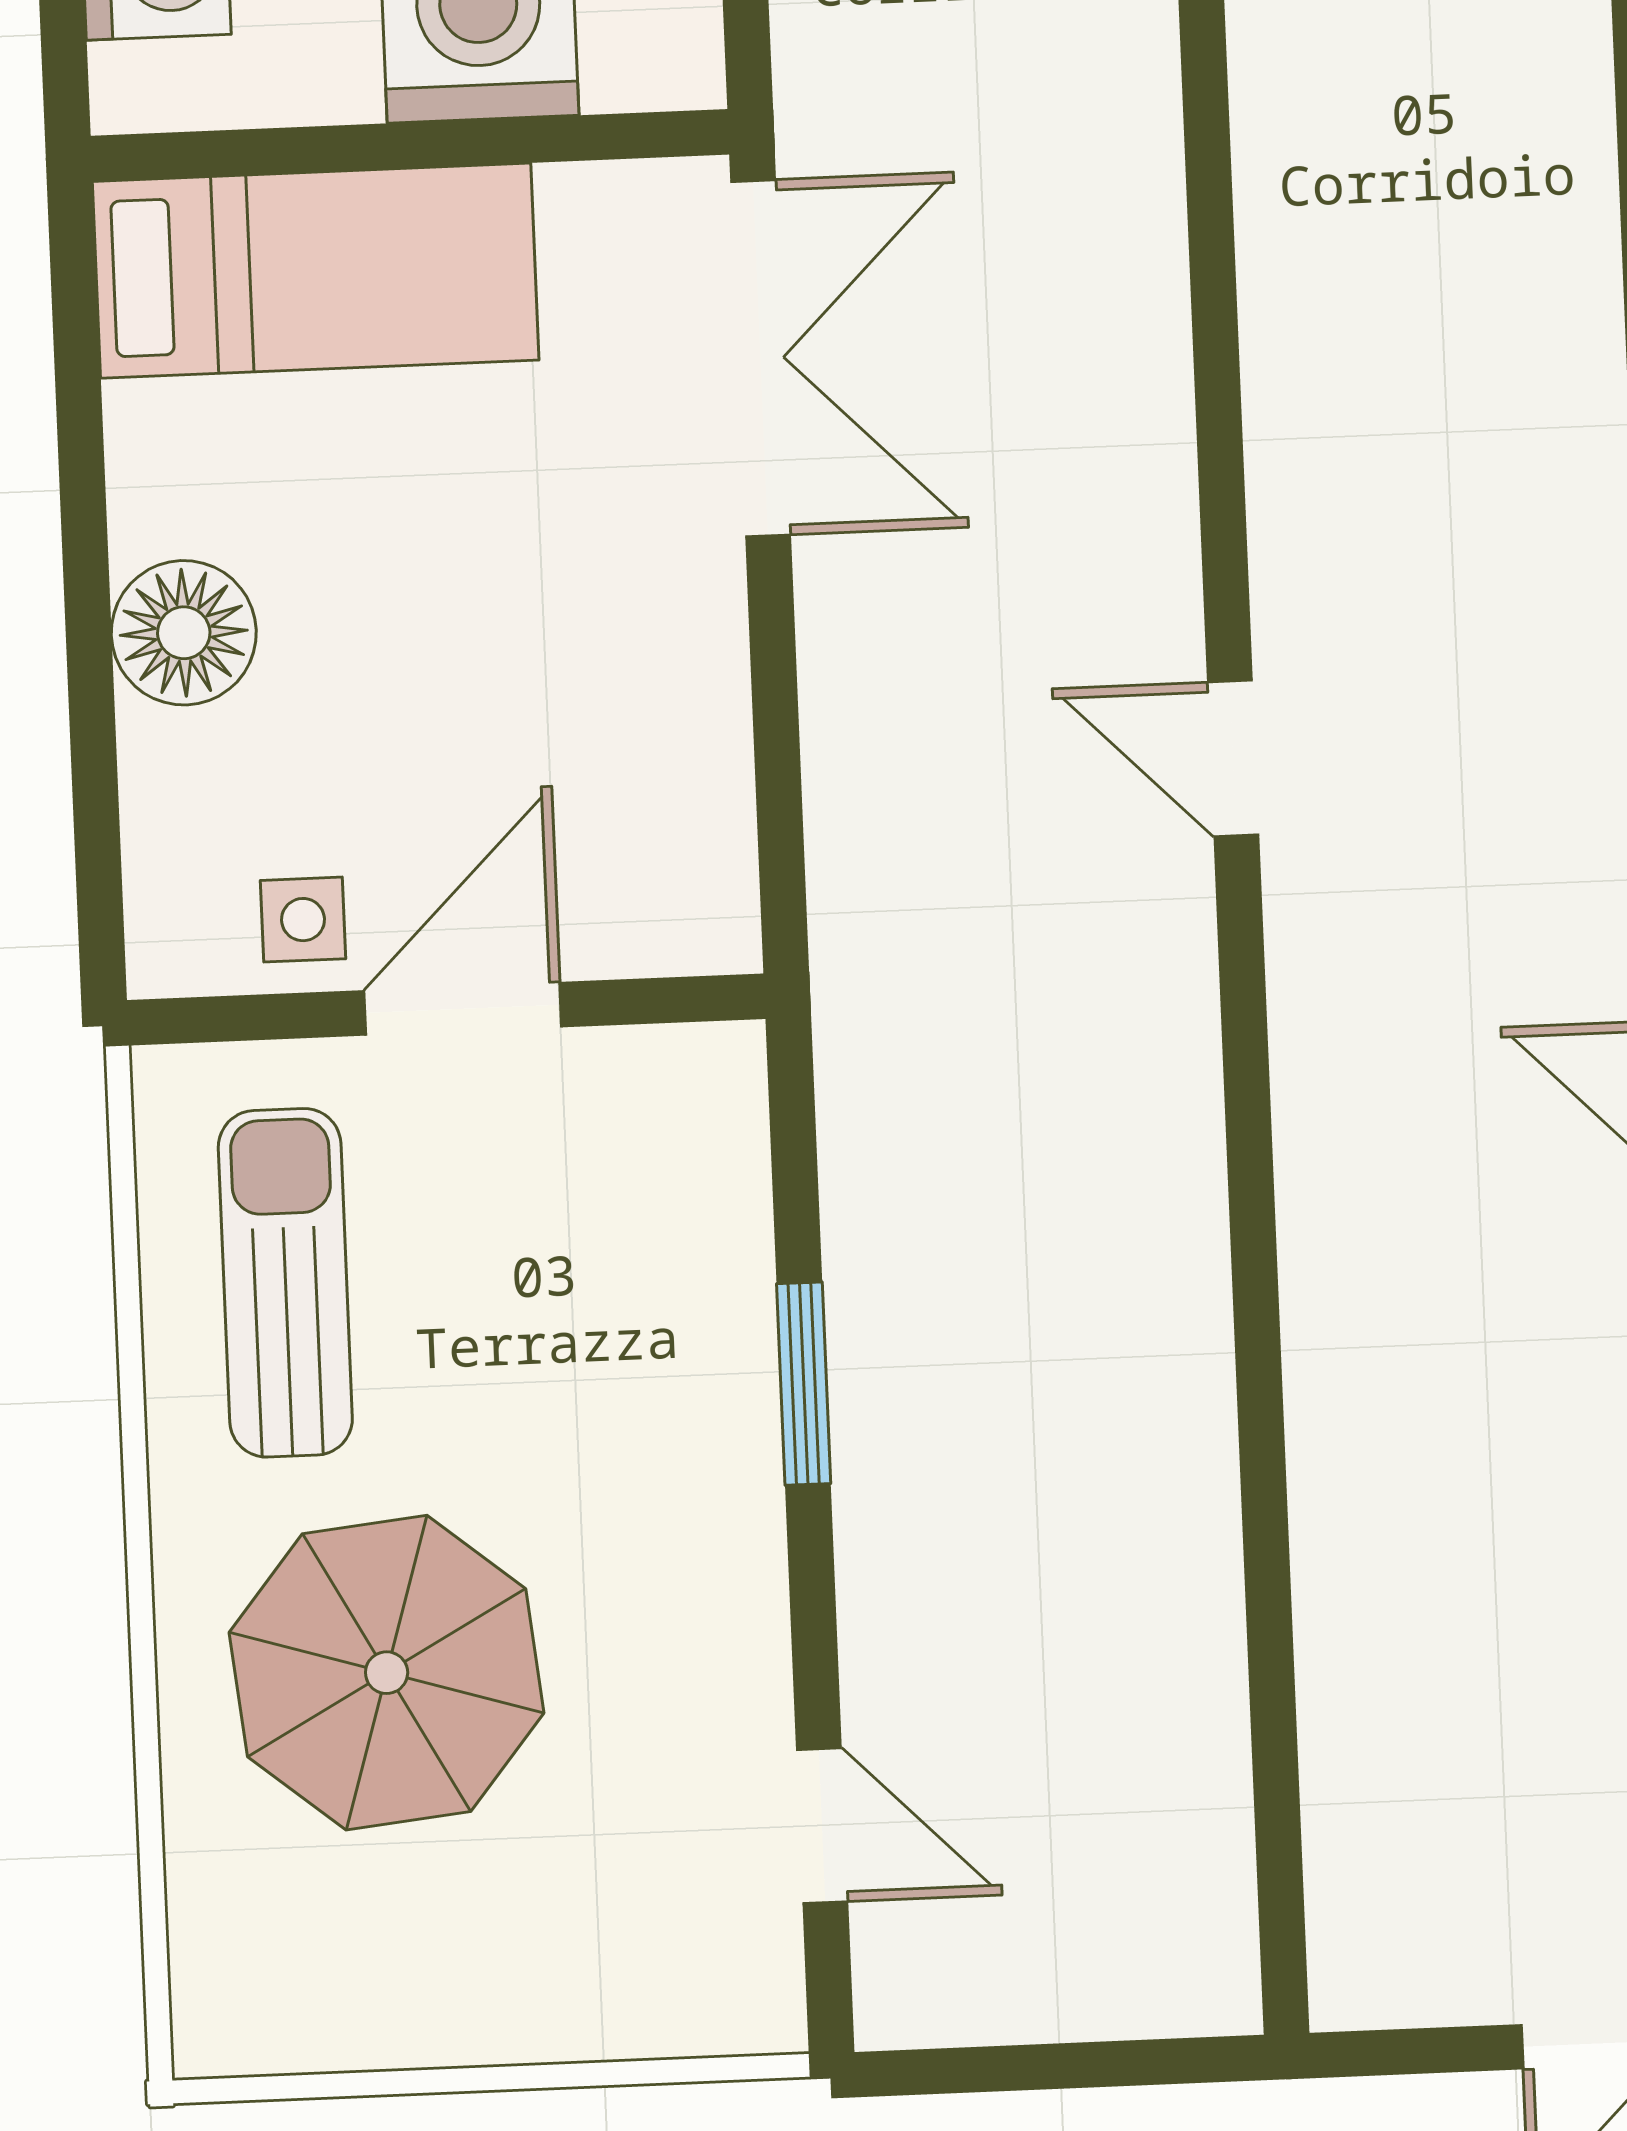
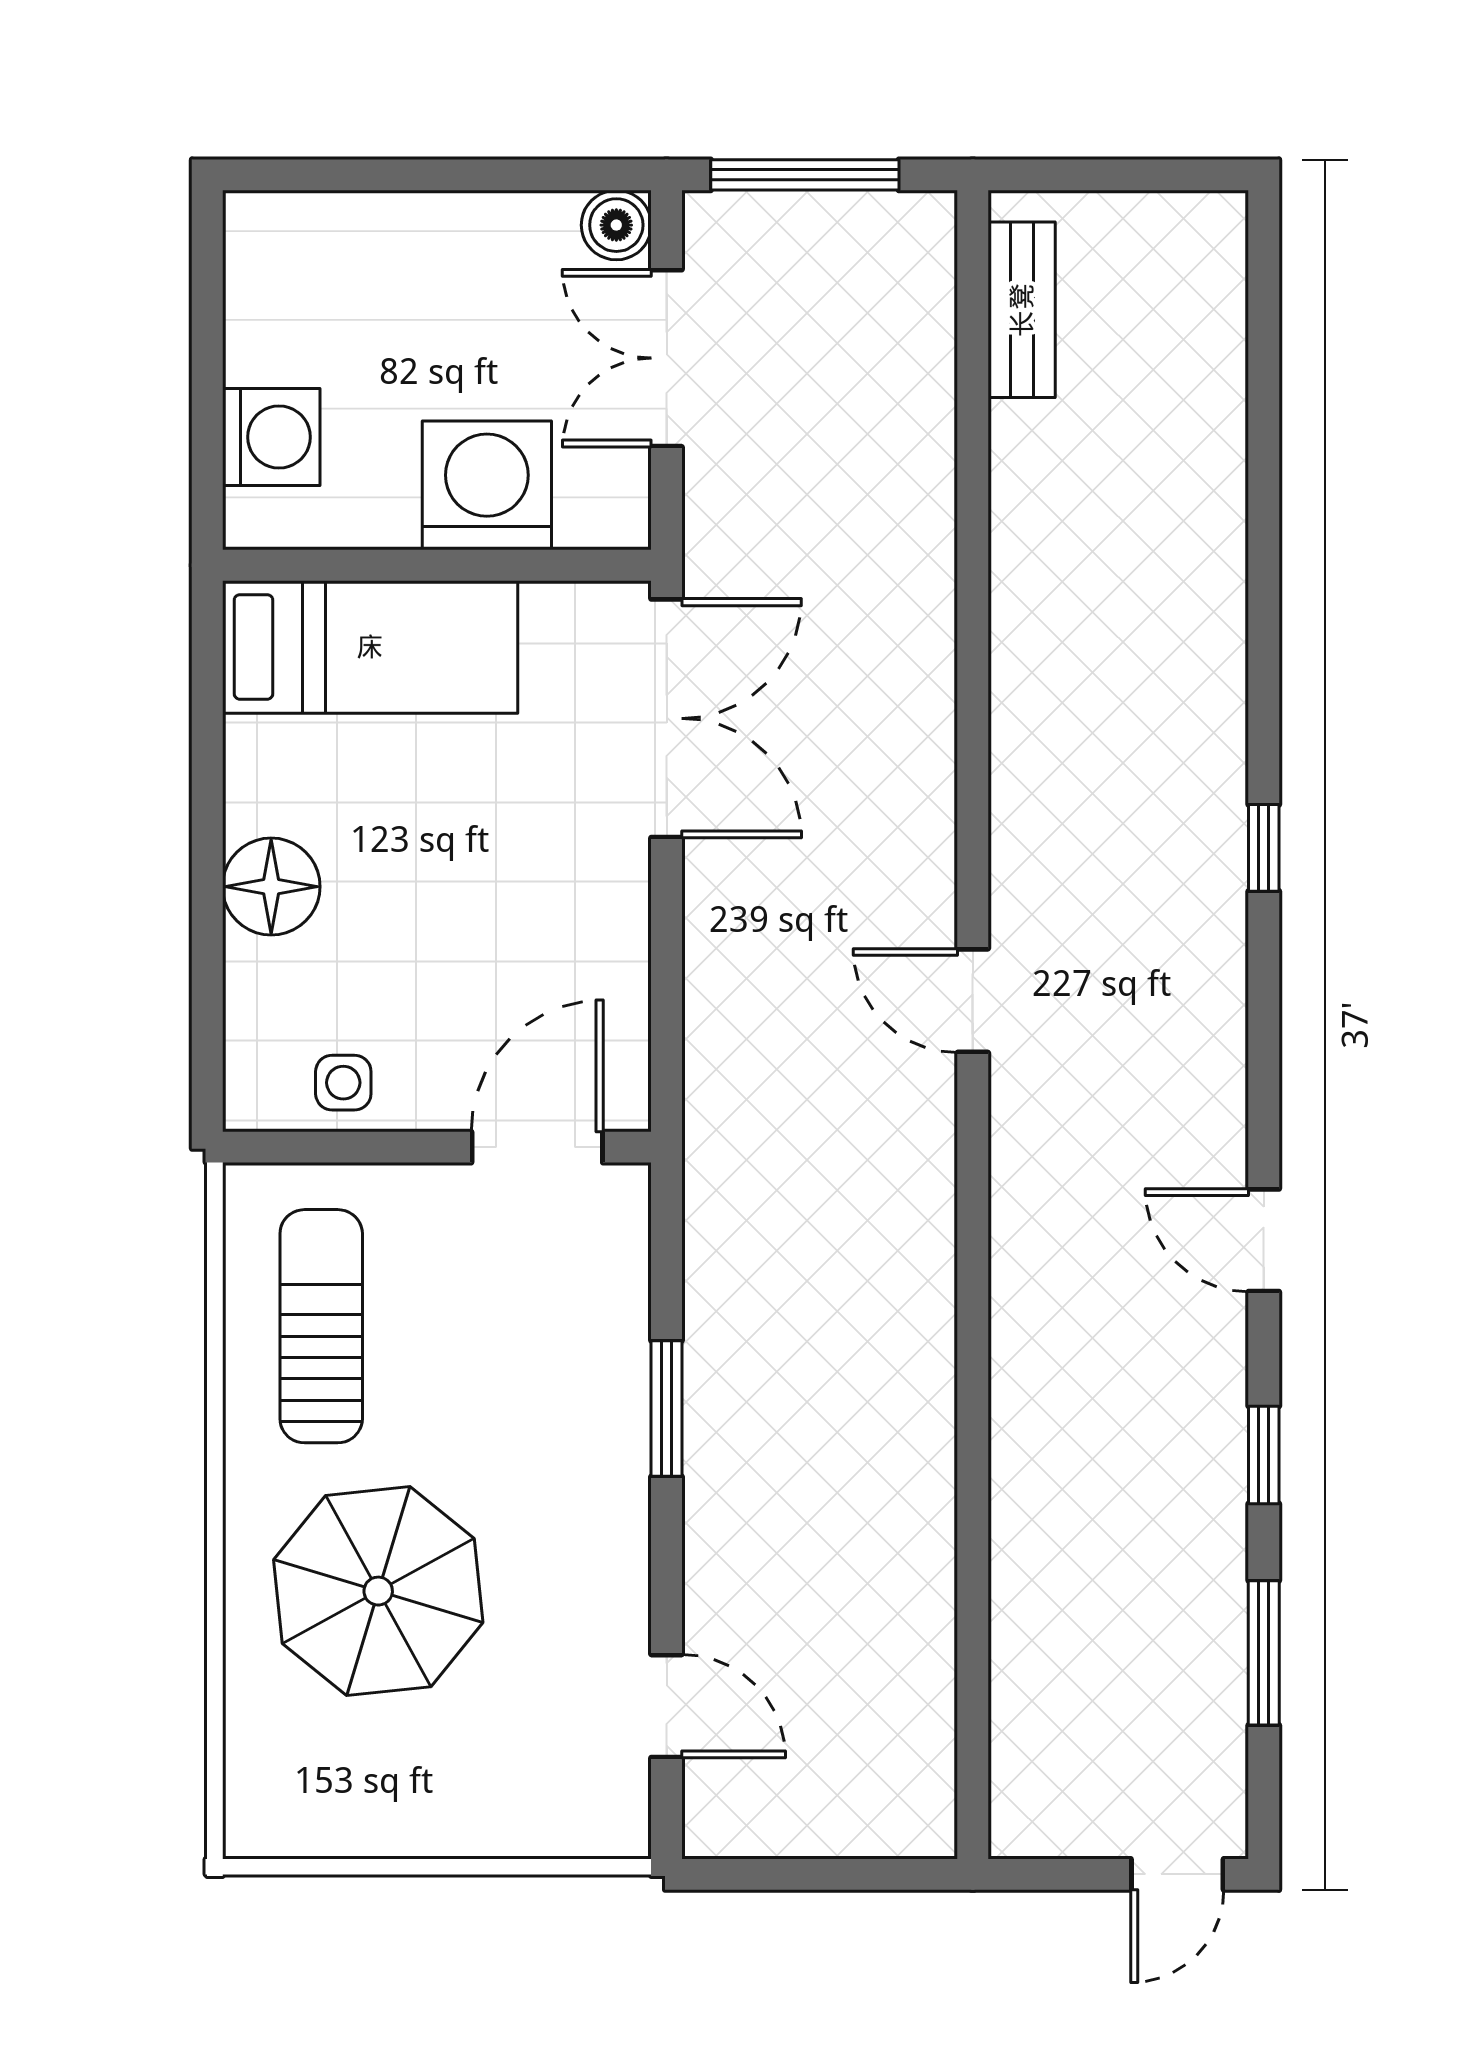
door: (463, 1009) -> (537, 1147), moved

